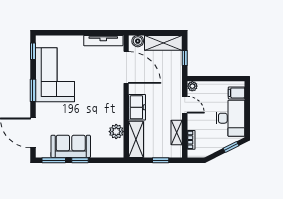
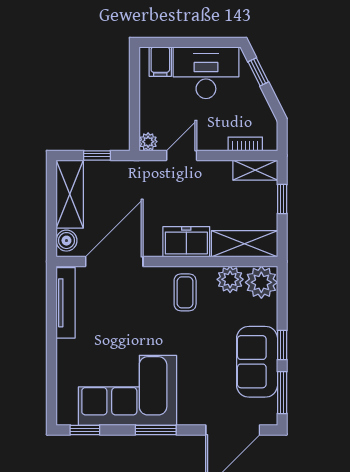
coffee table: (109, 107) -> (185, 292), added
shelving: (177, 132) -> (255, 170), moved
plant: (115, 149) -> (261, 282), added

